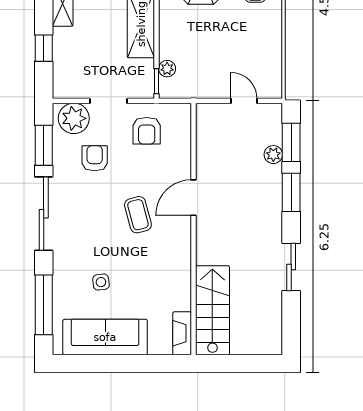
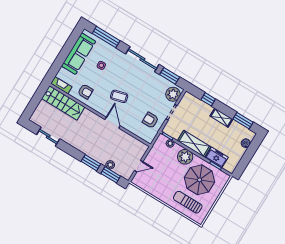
plant: (175, 26) -> (185, 157), added
armchair: (95, 158) -> (85, 92), moved
sliding door: (291, 267) -> (48, 137), moved

